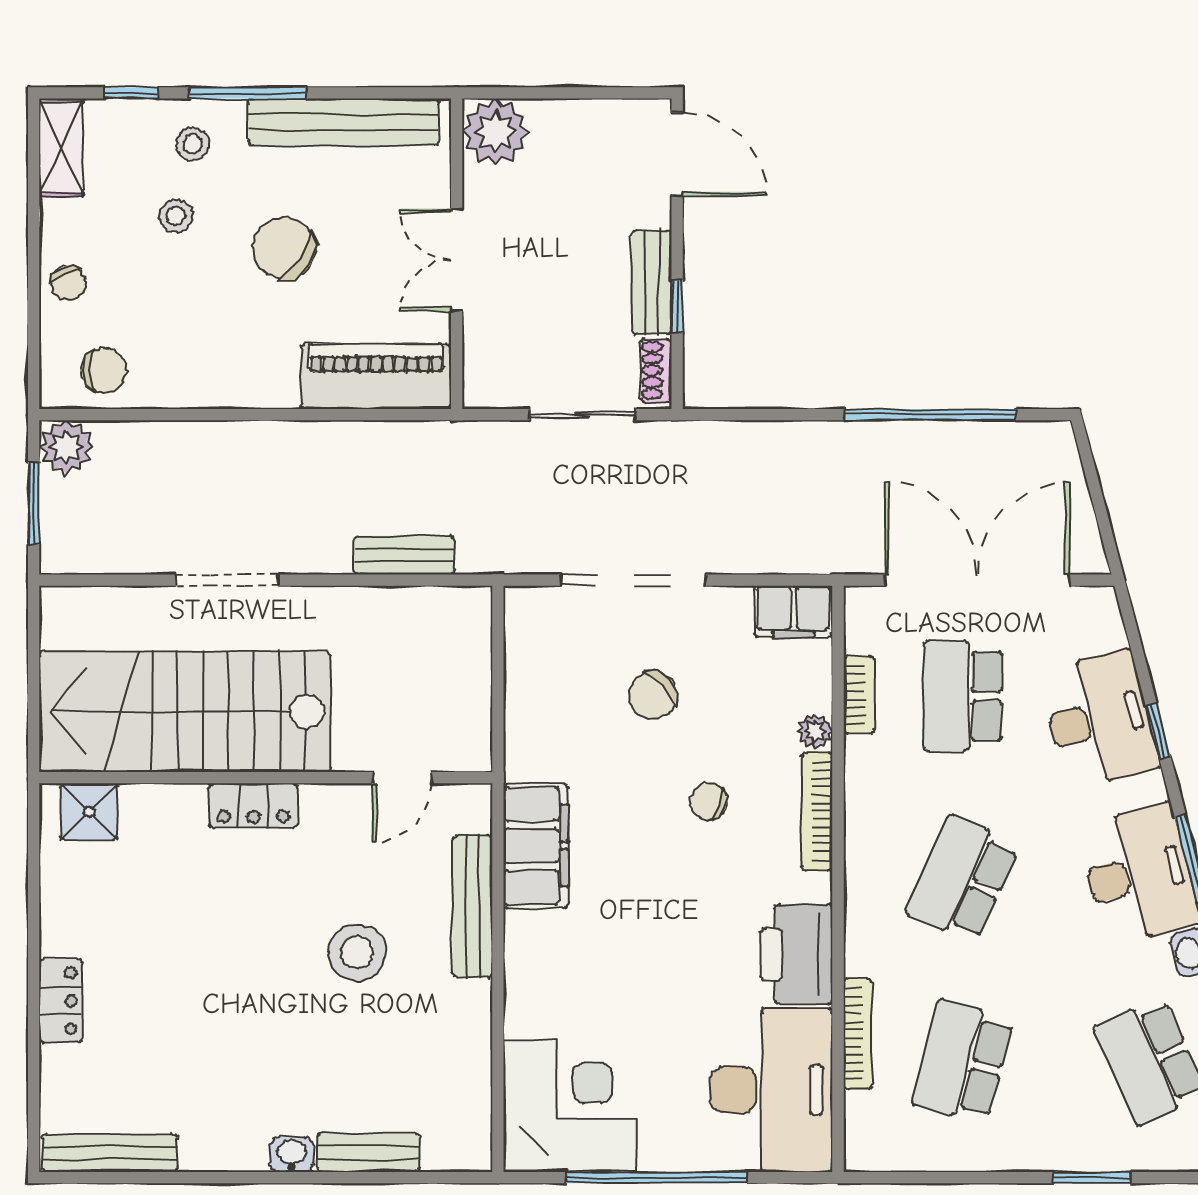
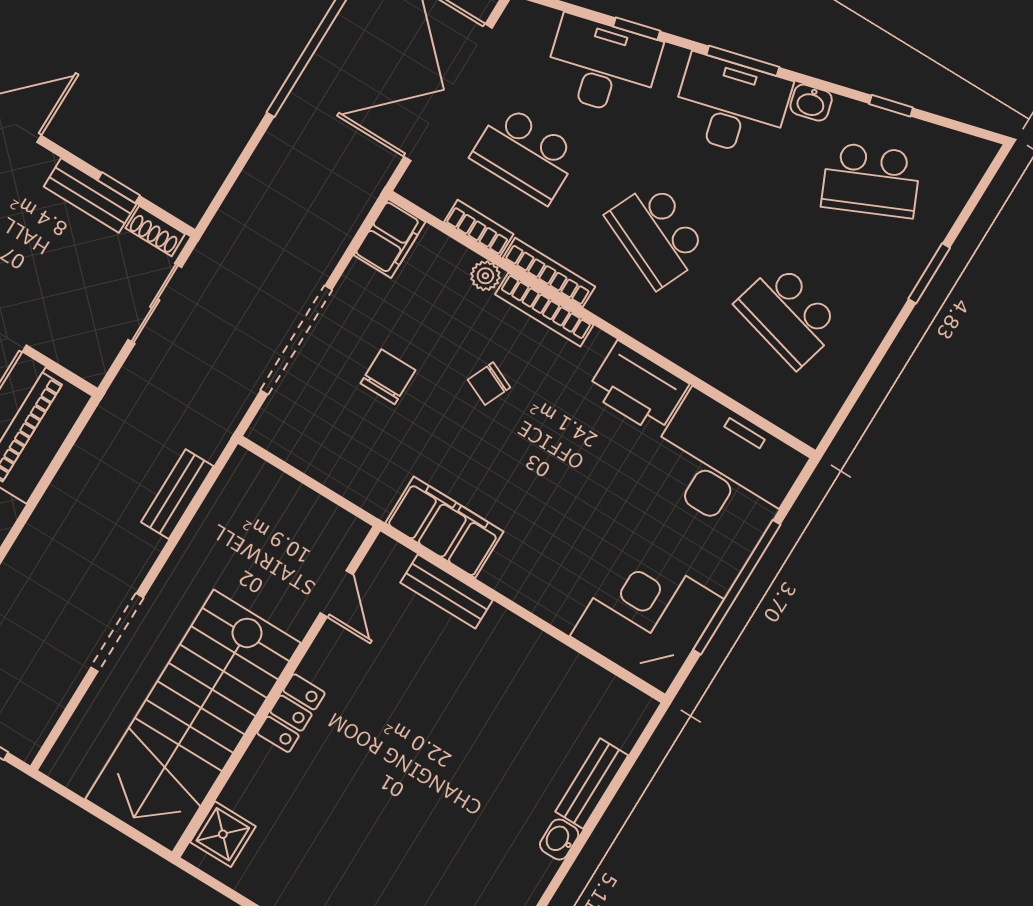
chair: (653, 695) -> (388, 377), turned -137
bench: (472, 906) -> (447, 591), width x0.73
stool: (357, 952) -> (443, 703), removed
bookcase: (858, 1034) -> (549, 272), moved

